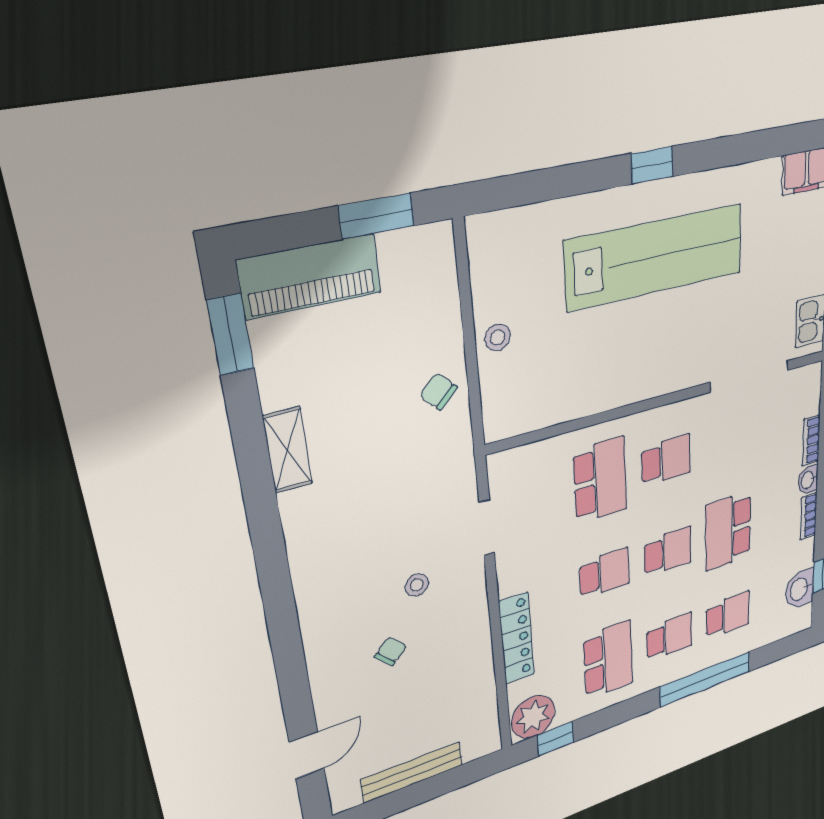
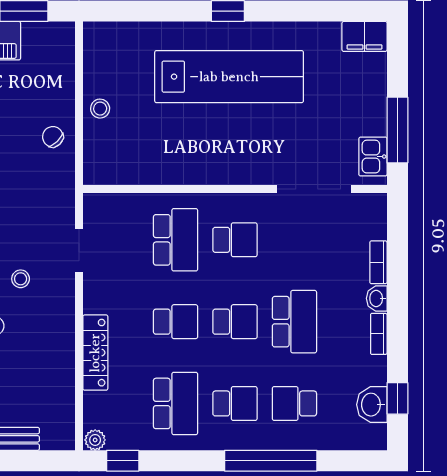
school desk: (728, 531) -> (294, 322), turned 180
school desk: (728, 615) -> (294, 403), turned 180
plant: (533, 717) -> (95, 440), width x0.53, depth x0.53

